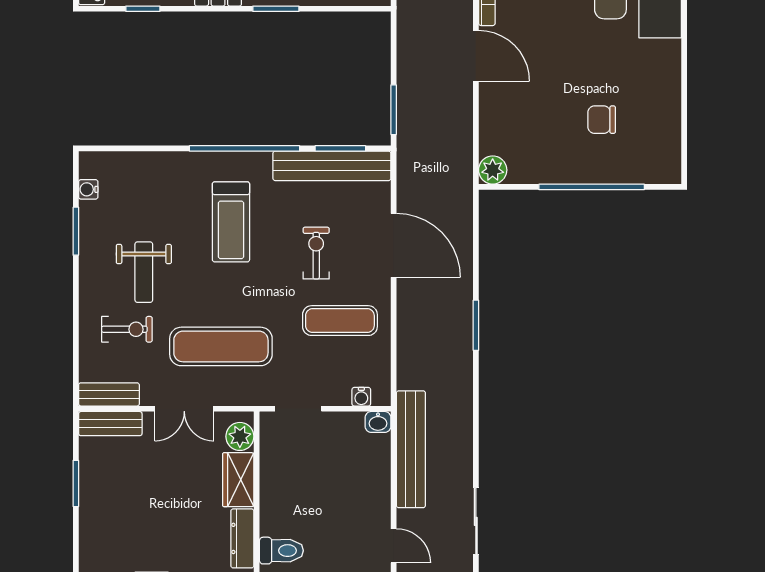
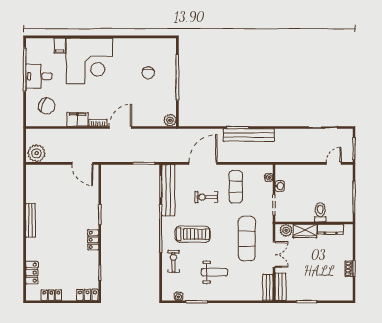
exercise bike: (127, 329) -> (173, 261), moved
washbasin: (378, 422) -> (280, 186), moved
bench: (411, 449) -> (249, 135), moved
toilet: (281, 551) -> (320, 212), moved

